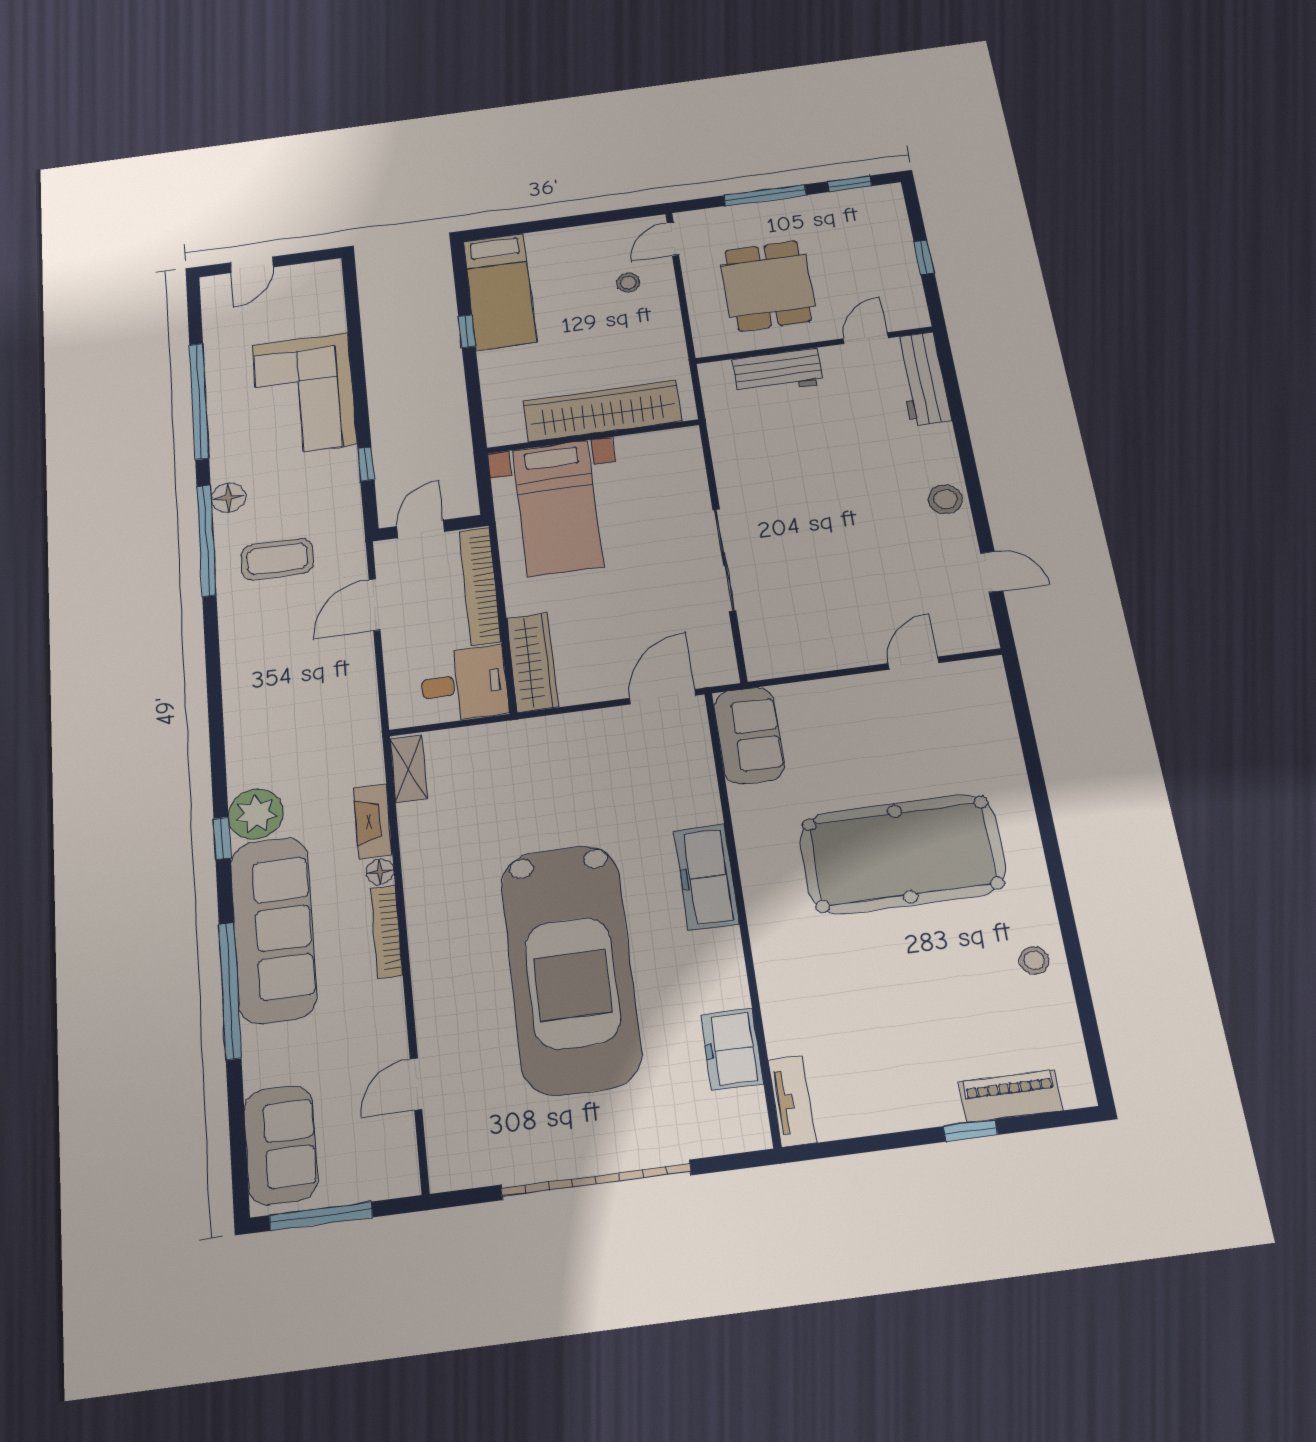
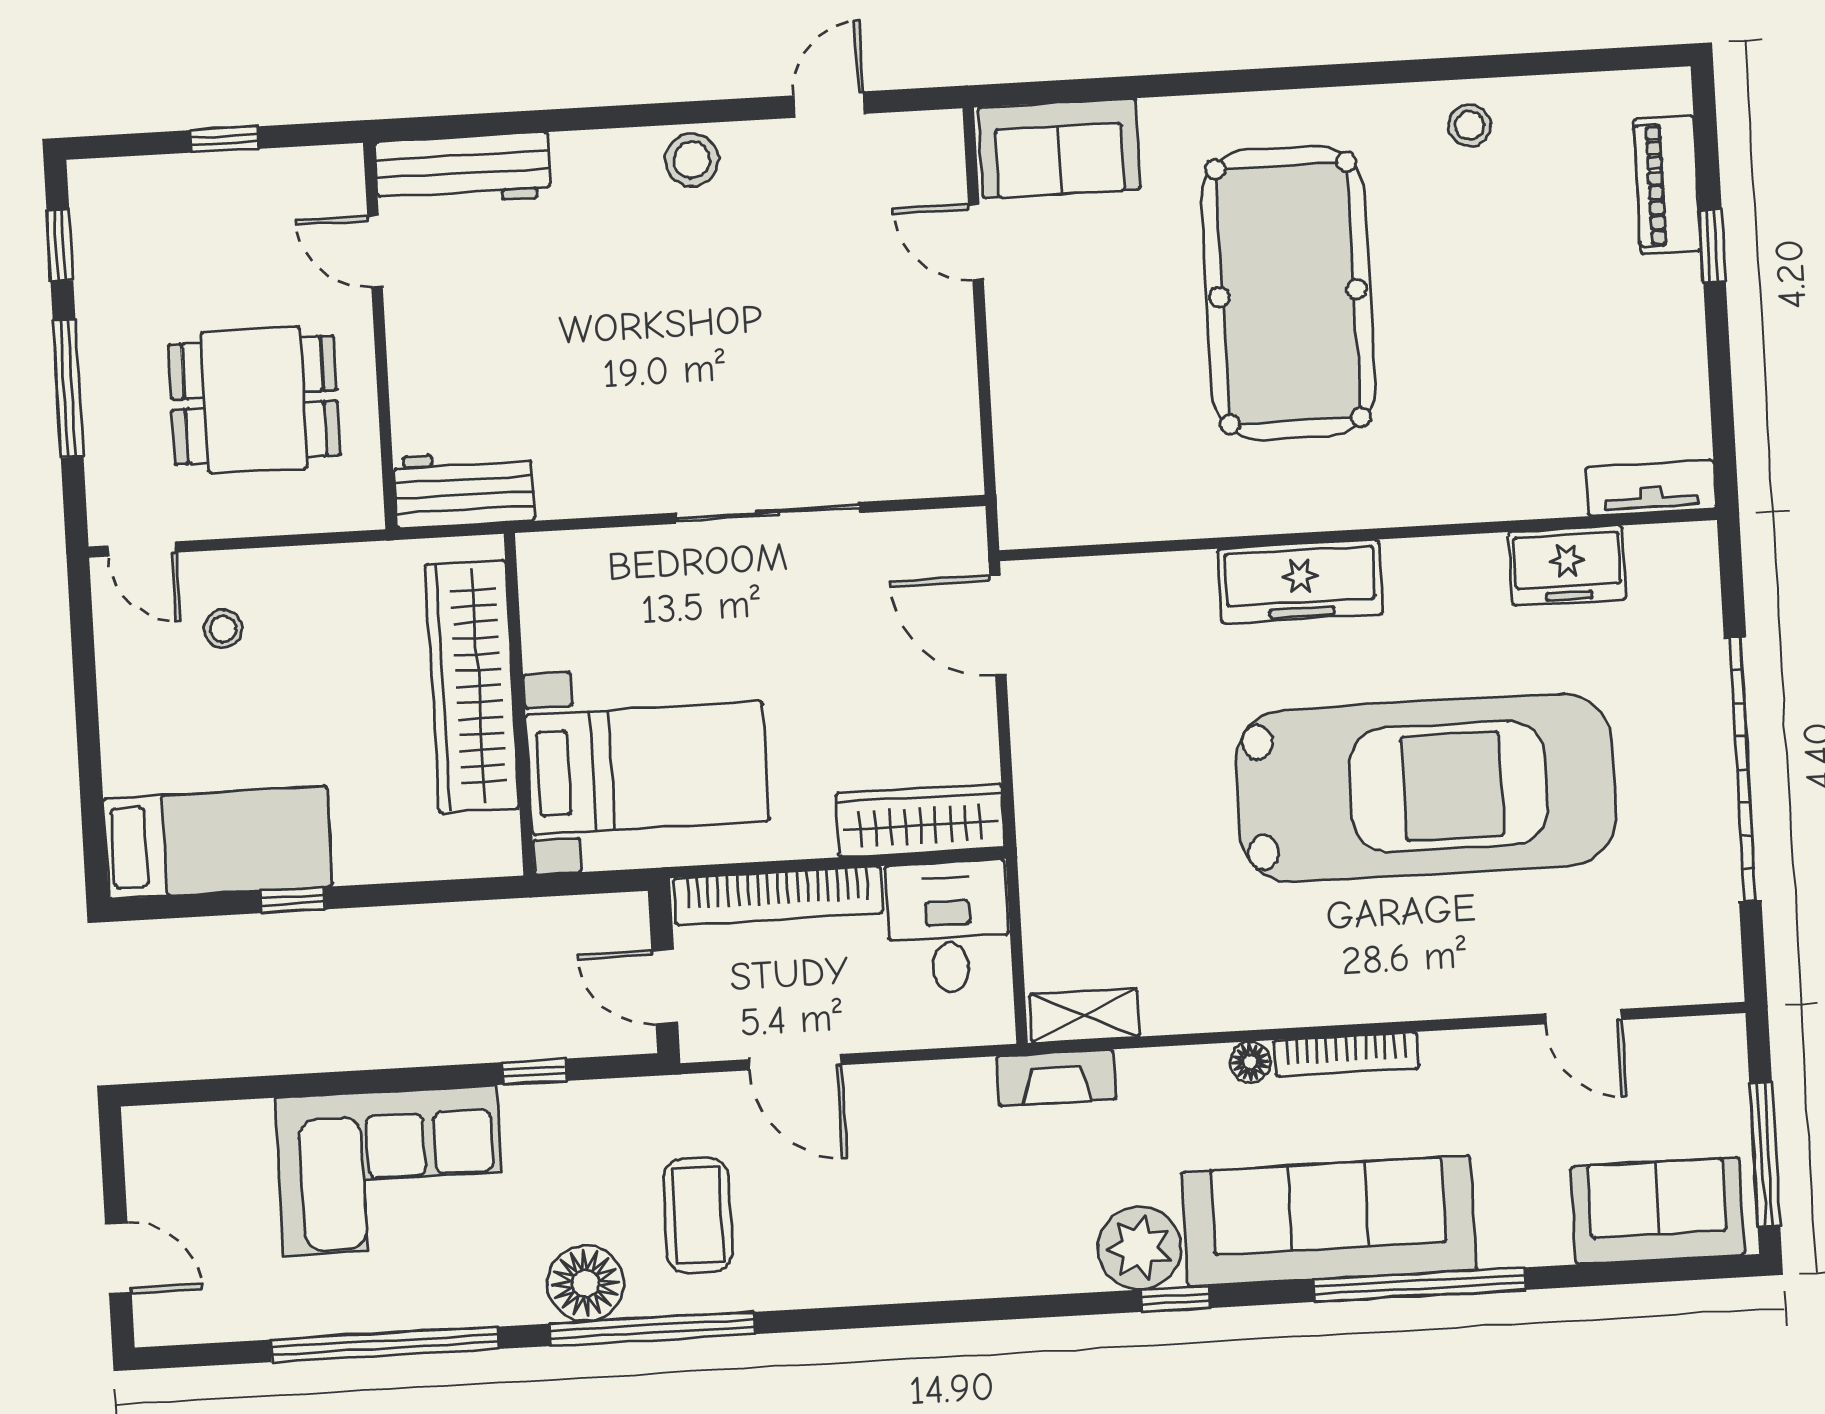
workbench: (778, 371) -> (464, 489), moved, turned -90
floor lamp: (228, 498) -> (586, 1283), width x1.38, depth x1.38
sofa: (749, 736) -> (1059, 148), moved, turned 180
fireplace: (373, 821) -> (1056, 1078), moved

